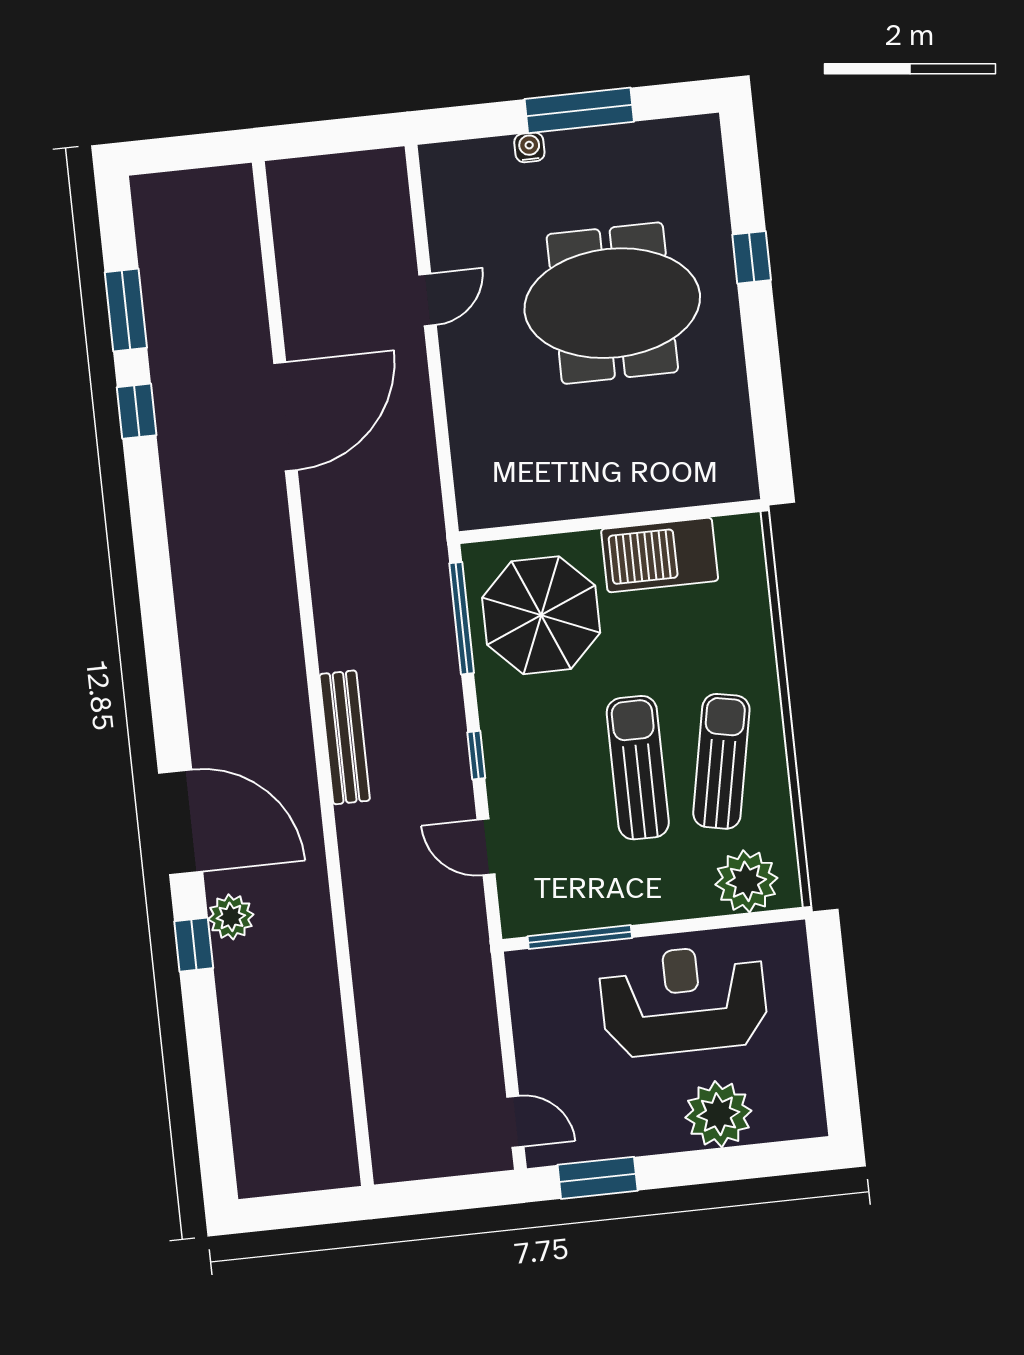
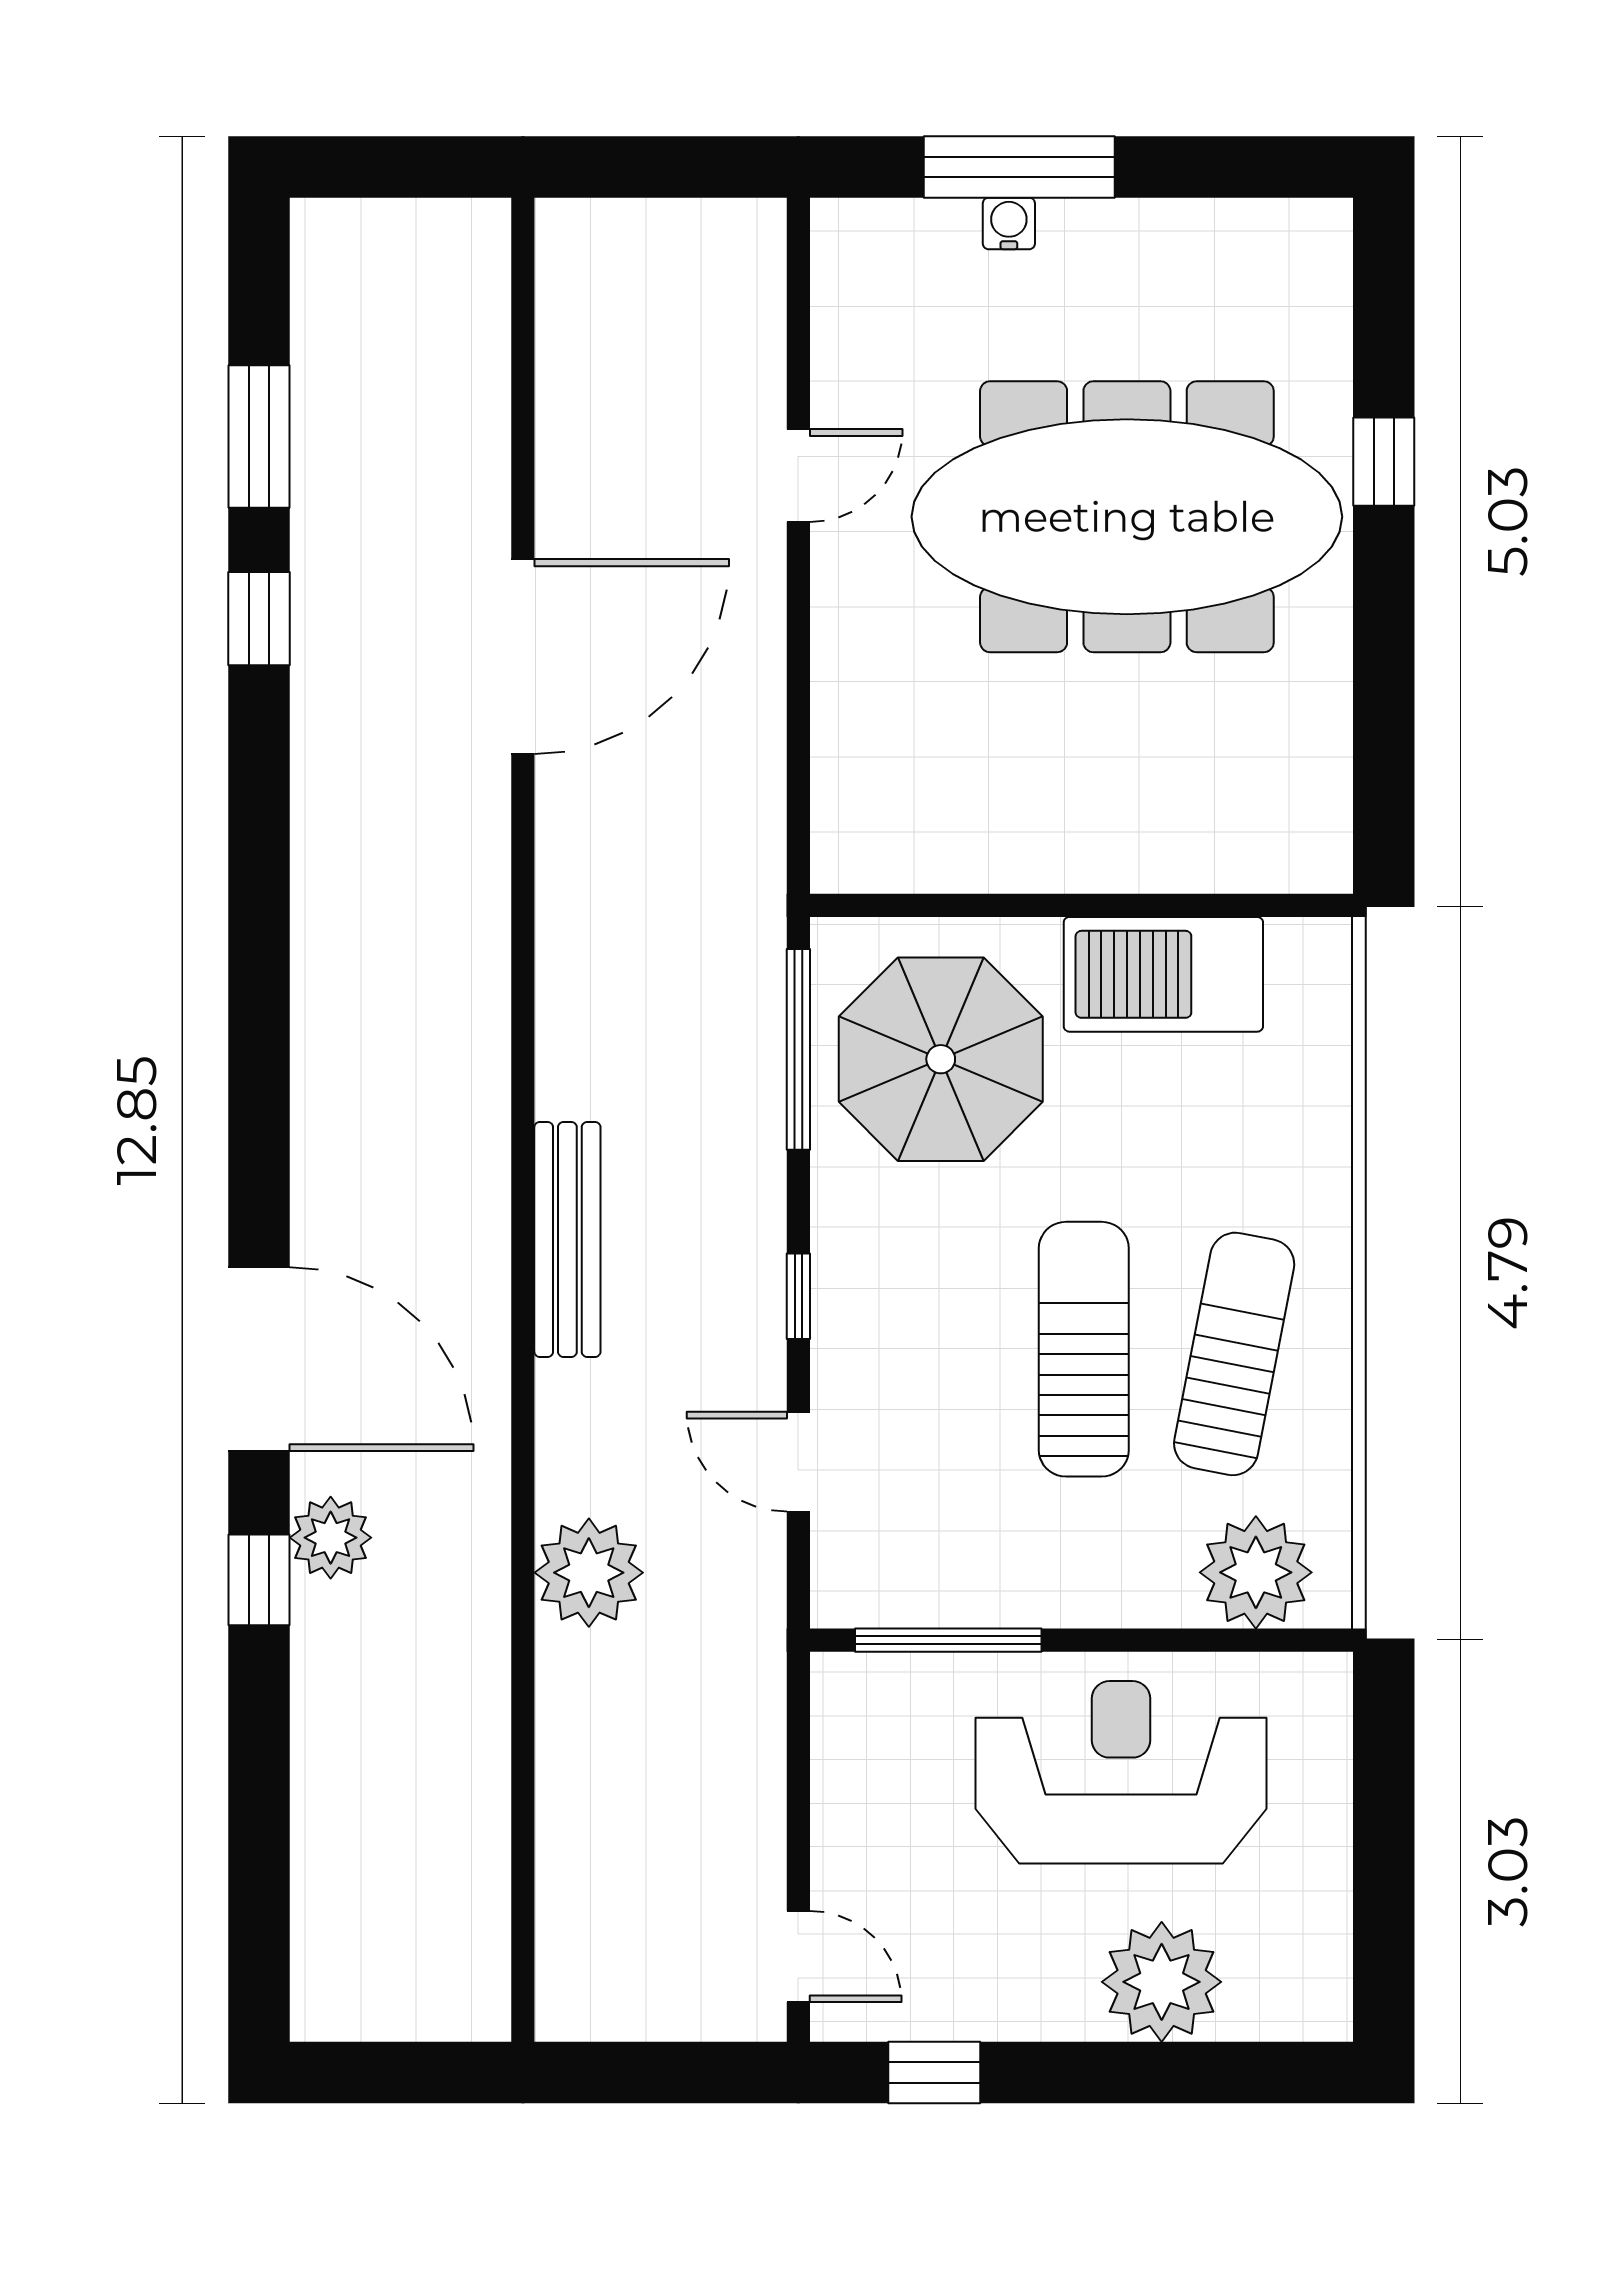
window: (579, 110) -> (1019, 167), moved
meeting table: (612, 303) -> (1127, 517), width x1.36
plant: (376, 921) -> (589, 1573), added
window: (598, 1178) -> (934, 2072), width x0.67

